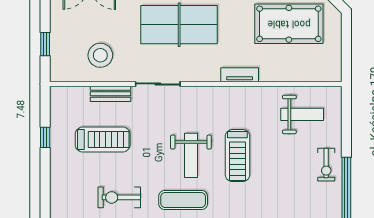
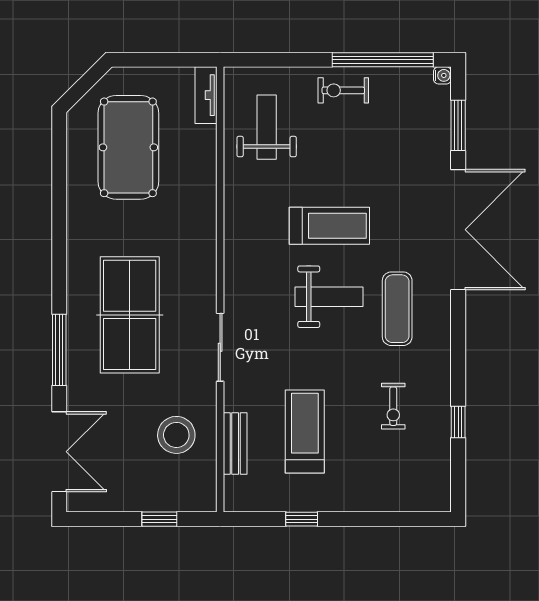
tv unit: (240, 75) -> (206, 95), moved
bench: (111, 94) -> (235, 444), moved
exercise bike: (326, 165) -> (343, 90), turned 180
exercise bike: (119, 197) -> (393, 406), width x0.73, depth x0.72

